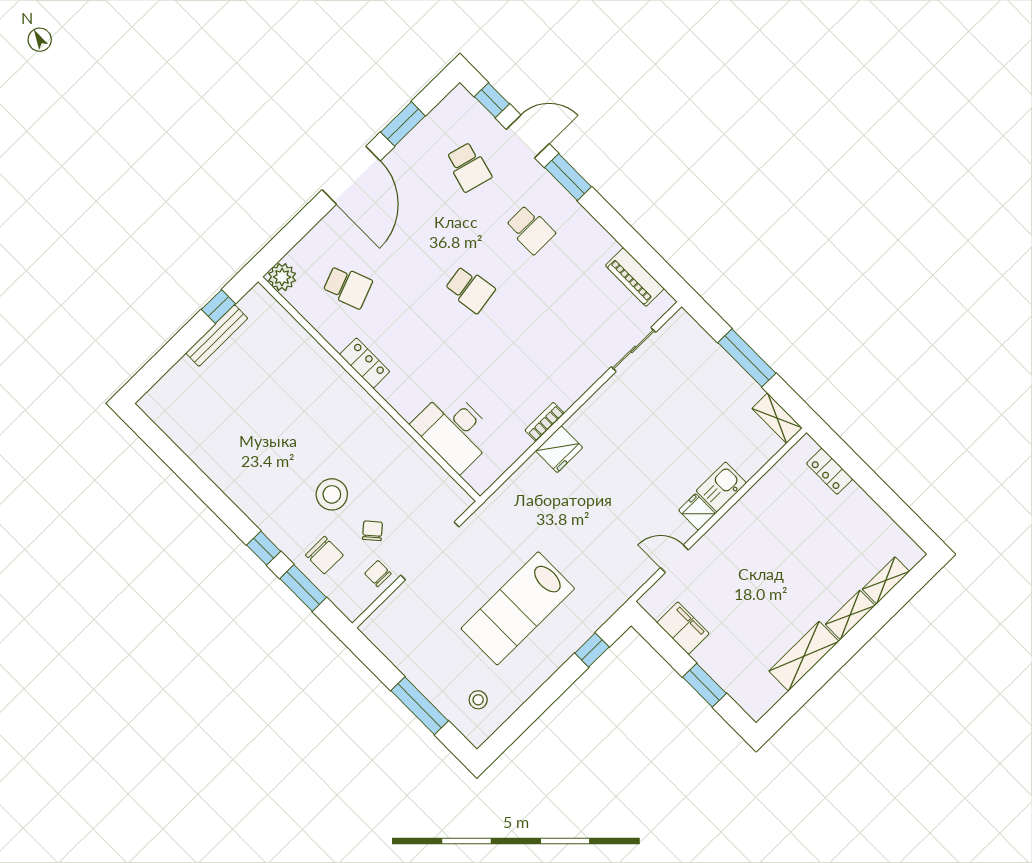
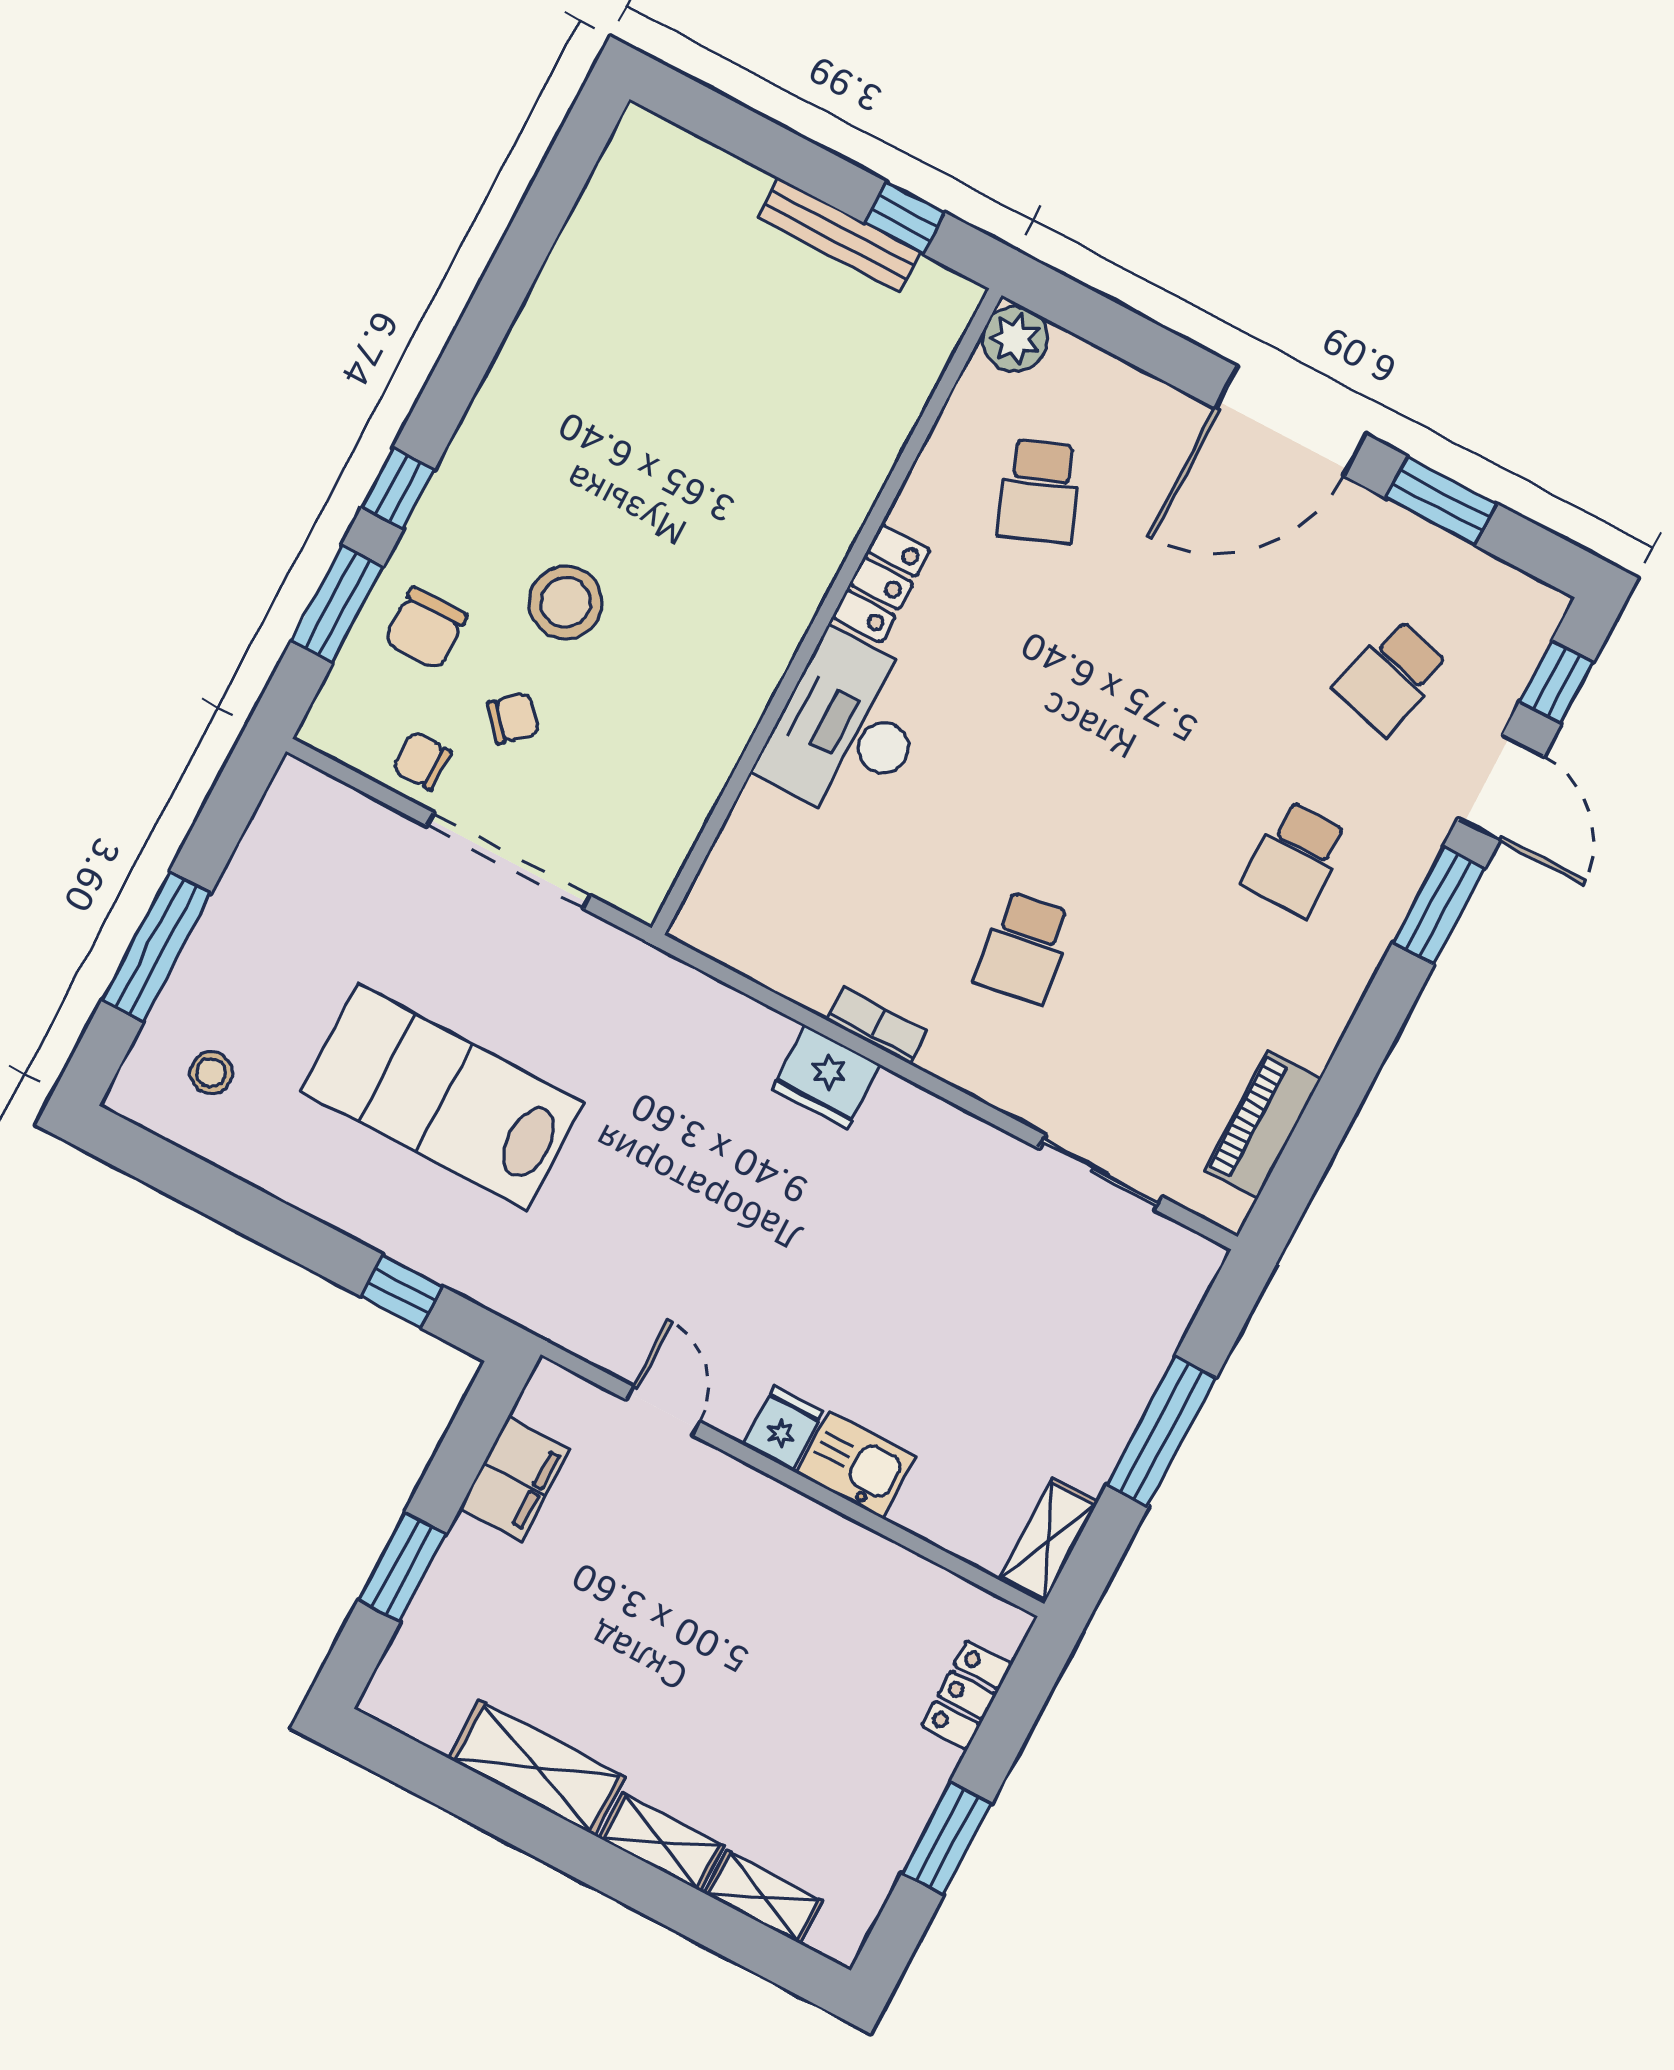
school desk: (470, 289) -> (1024, 948), moved
desk: (454, 430) -> (847, 729), moved
window: (885, 498) -> (947, 1838), added
chair: (378, 574) -> (422, 761), turned -90

